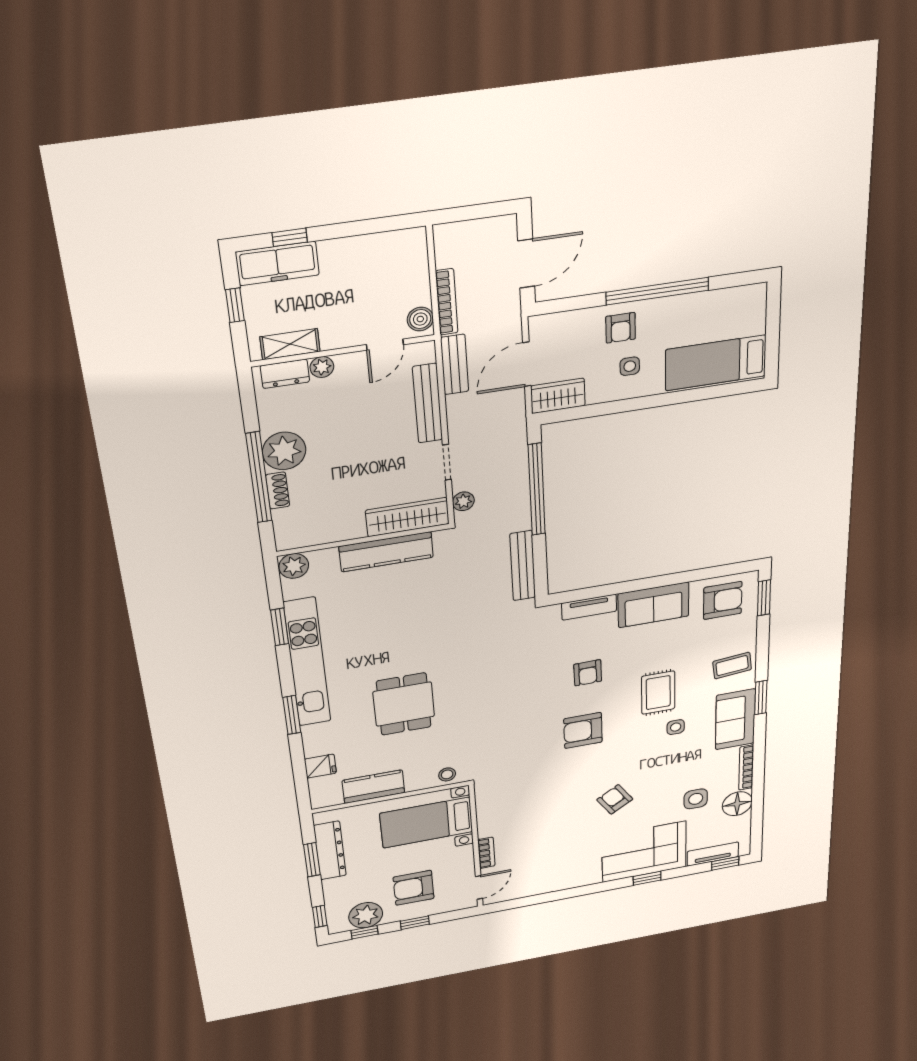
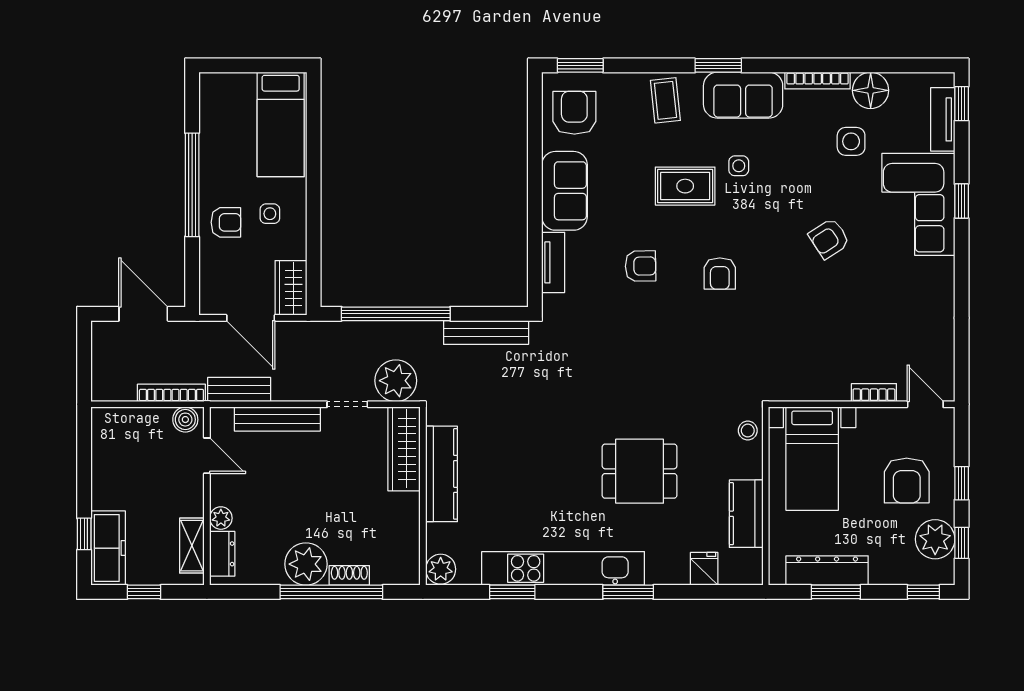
plant: (463, 501) -> (396, 381), width x1.88, depth x1.88
armchair: (583, 730) -> (720, 274), width x0.72, depth x0.72

